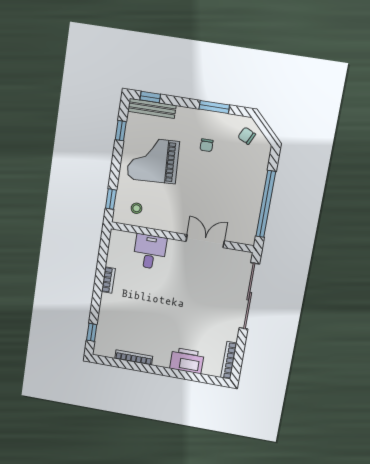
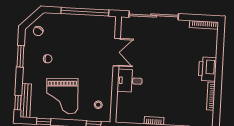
double door: (205, 241) -> (117, 52), swing flipped
desk: (150, 252) -> (130, 81), moved
printer: (187, 361) -> (207, 69), moved

